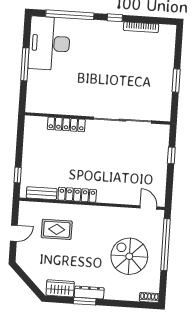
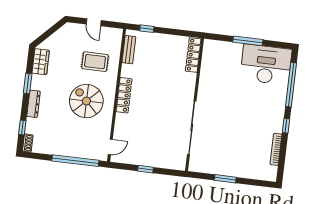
locker: (66, 124) -> (193, 55), moved
window: (171, 155) -> (146, 169), moved
locker: (77, 195) -> (124, 95), moved
rug: (57, 229) -> (95, 62), turned 90
spiral stairs: (129, 256) -> (86, 101), moved, turned -90
dresser: (89, 292) -> (34, 104), moved
window: (133, 304) -> (22, 128), added

